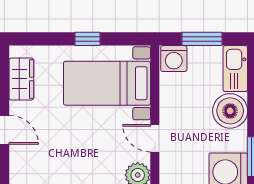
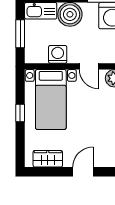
washing machine: (174, 59) -> (58, 54), moved, turned -90
door: (155, 138) -> (89, 66), hinge flipped

